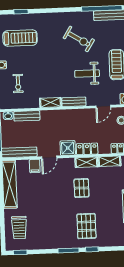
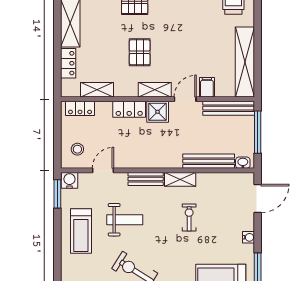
exercise bike: (18, 83) -> (189, 218), moved
bench: (27, 116) -> (209, 161), width x1.36
shelving: (86, 162) -> (155, 90), moved

